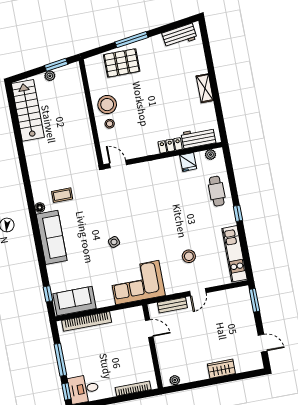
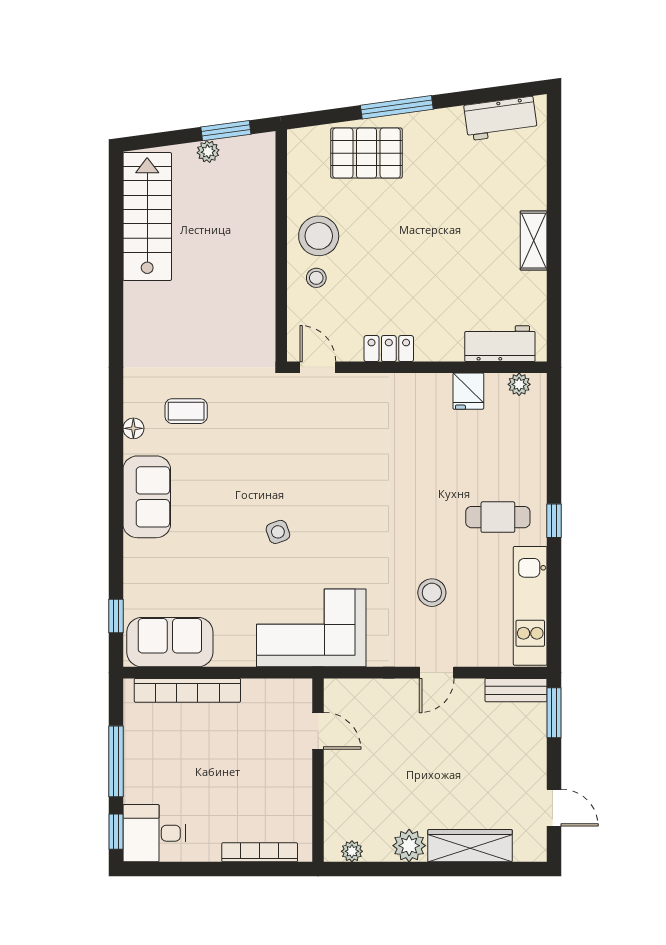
locker: (170, 145) -> (389, 349), moved
cafe table: (217, 191) -> (498, 517), moved, turned 90
sofa: (52, 237) -> (147, 497), width x0.73
bench: (172, 305) -> (516, 690), moved
wardrobe: (221, 369) -> (470, 846), width x1.50
plant: (200, 373) -> (409, 846), added

